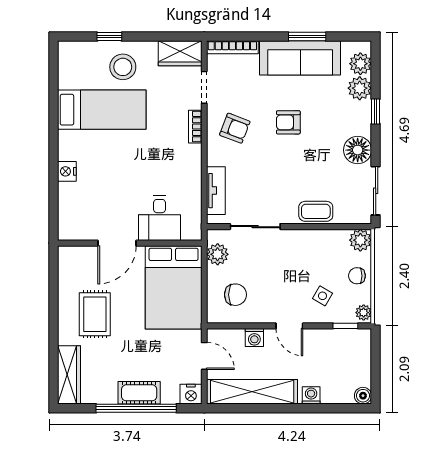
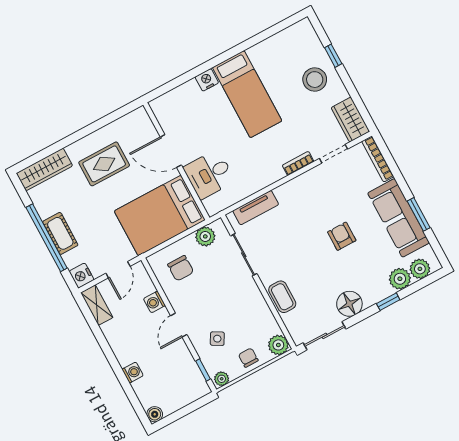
bed: (102, 110) -> (247, 94), moved
armchair: (235, 128) -> (314, 196), removed
shelving: (252, 392) -> (97, 305), width x0.45, depth x0.75

